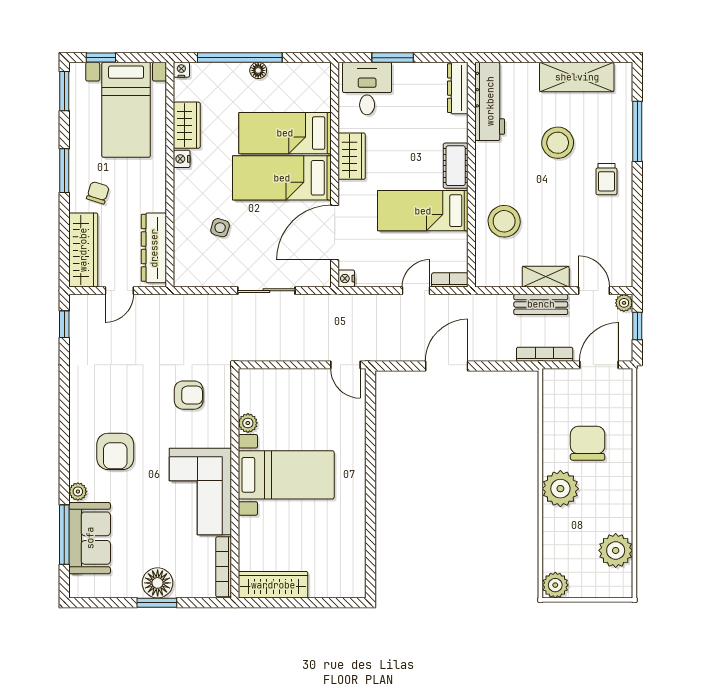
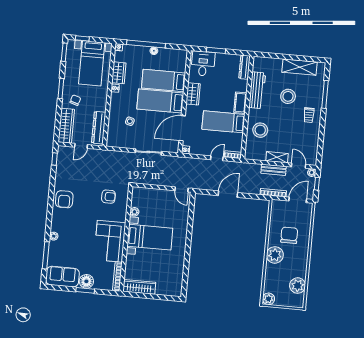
workbench: (490, 101) -> (257, 90), moved
armchair: (115, 451) -> (64, 199), moved
sofa: (90, 538) -> (62, 277), moved, turned -90

